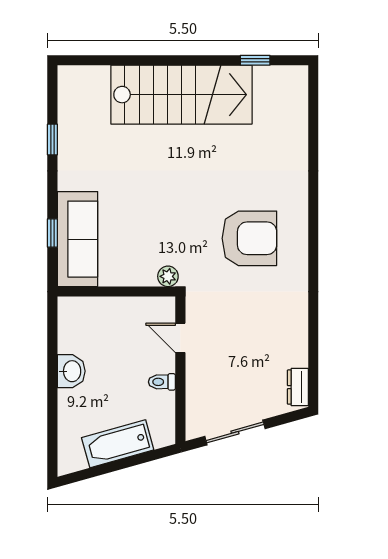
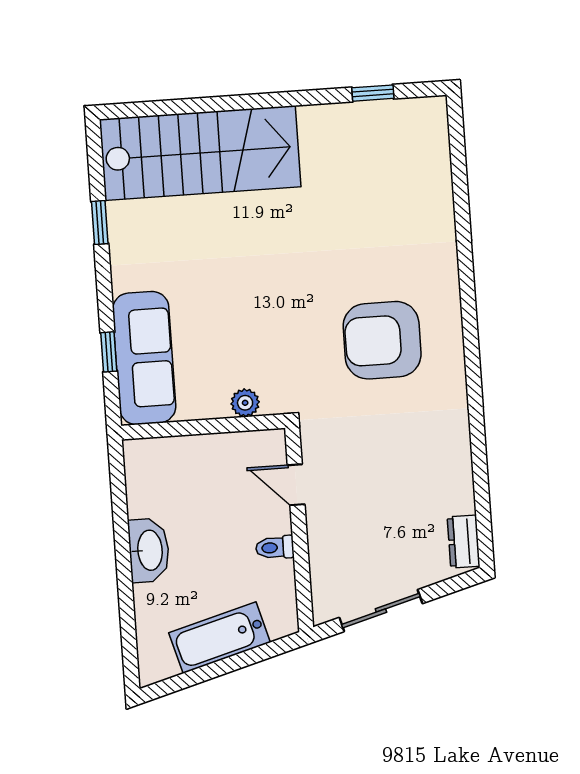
stairs: (181, 95) -> (200, 153), moved
armchair: (249, 238) -> (382, 340), turned 180
plant: (168, 276) -> (245, 403), moved
washbasin: (71, 371) -> (149, 550), width x1.38

